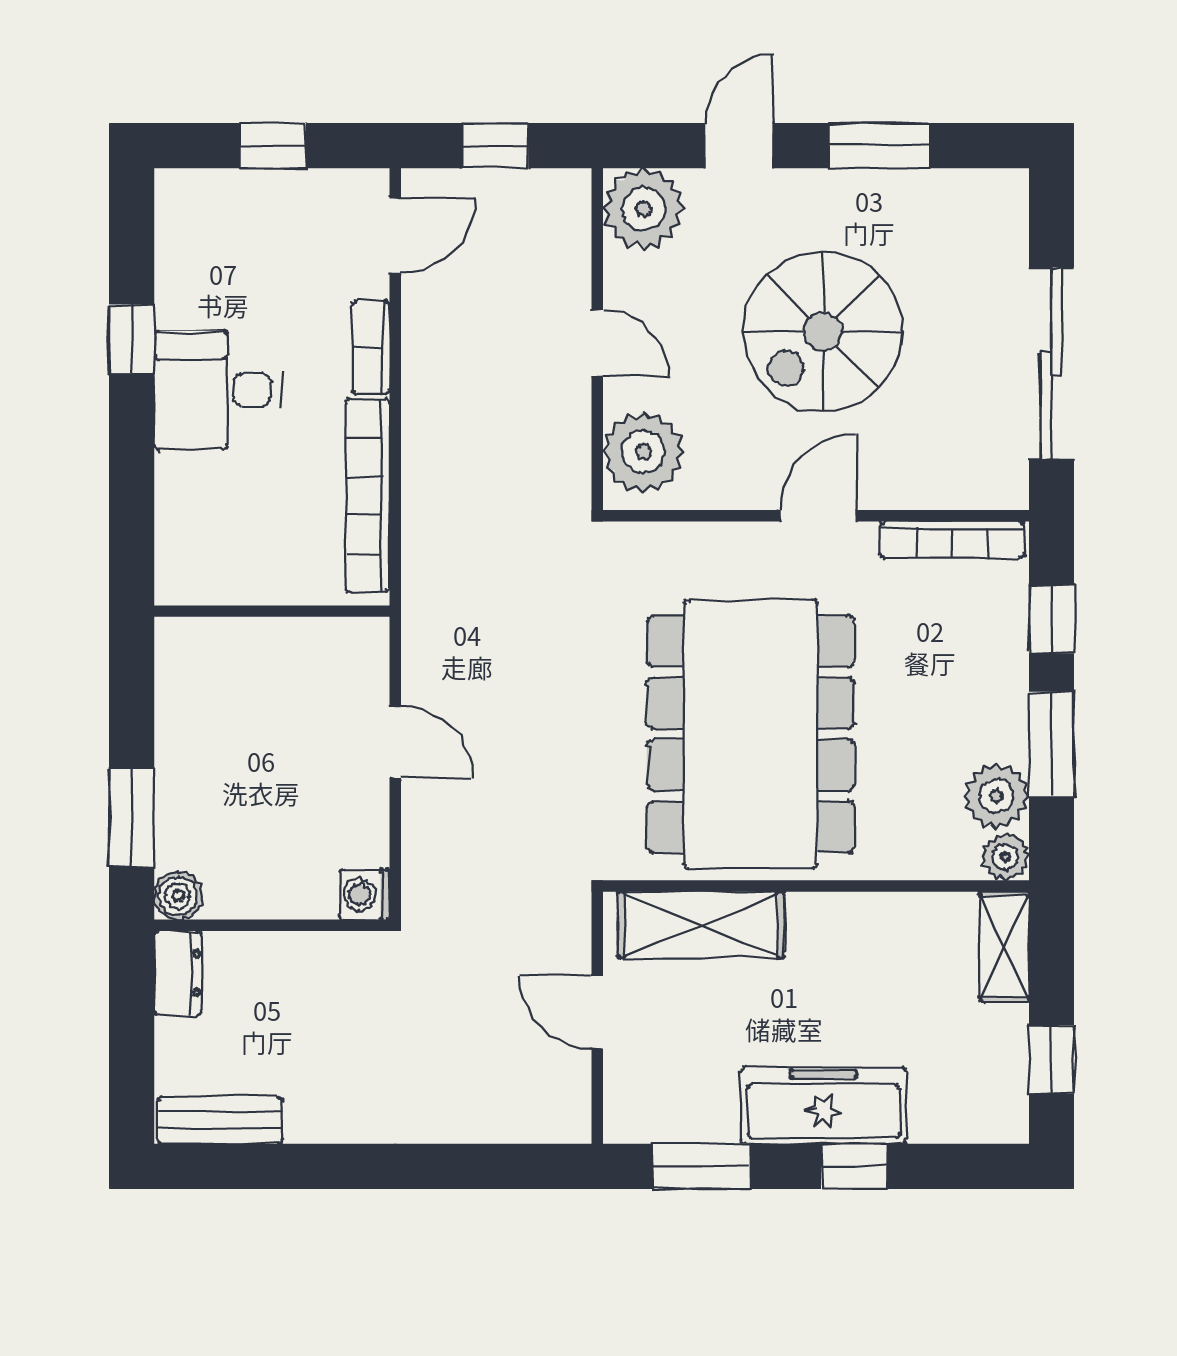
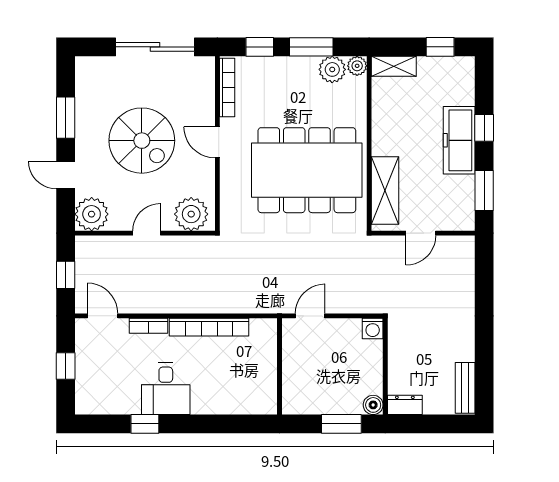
wall: (272, 611) -> (279, 366), moved

